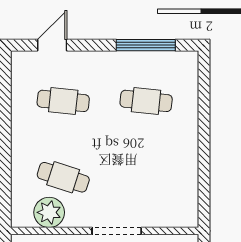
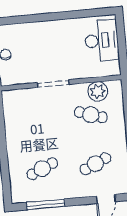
cafe table: (63, 101) -> (95, 164), turned -30
cafe table: (146, 101) -> (42, 169), turned -30

